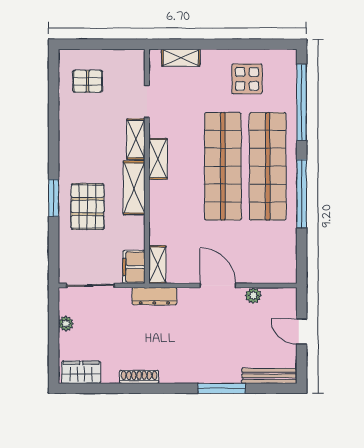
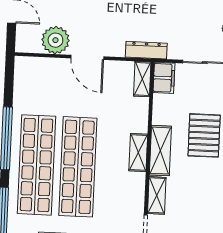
shelving: (158, 159) -> (138, 152), moved
plant: (253, 295) -> (55, 40), width x1.87, depth x1.87

